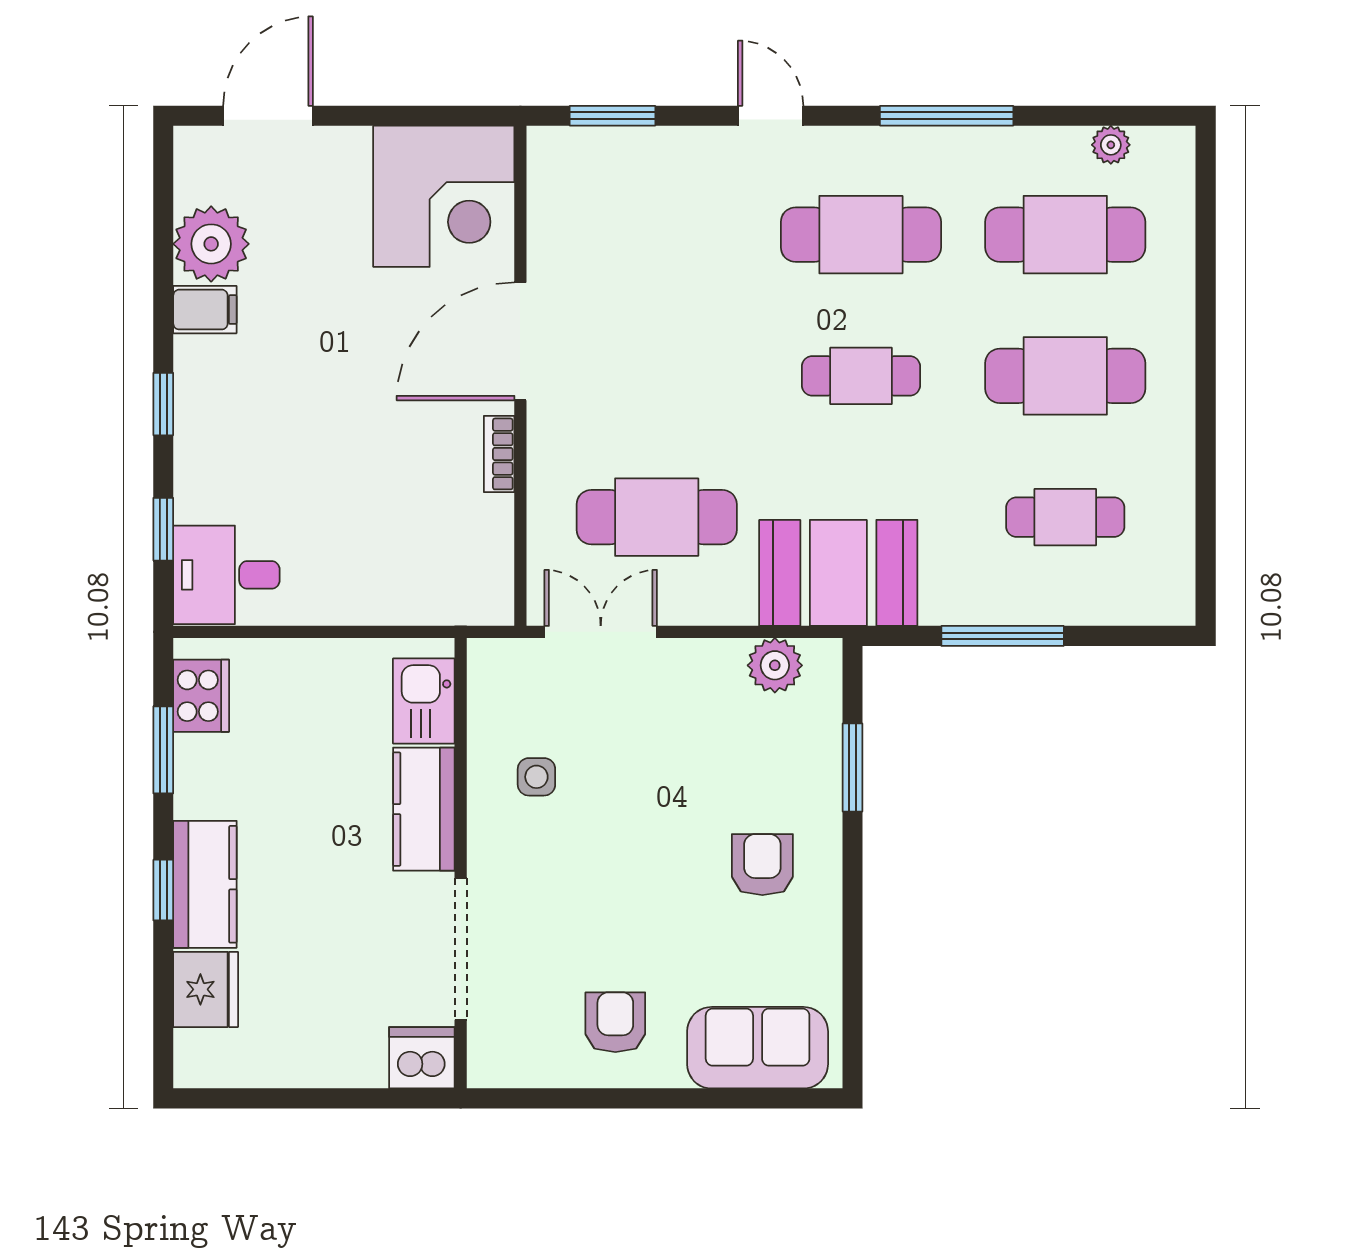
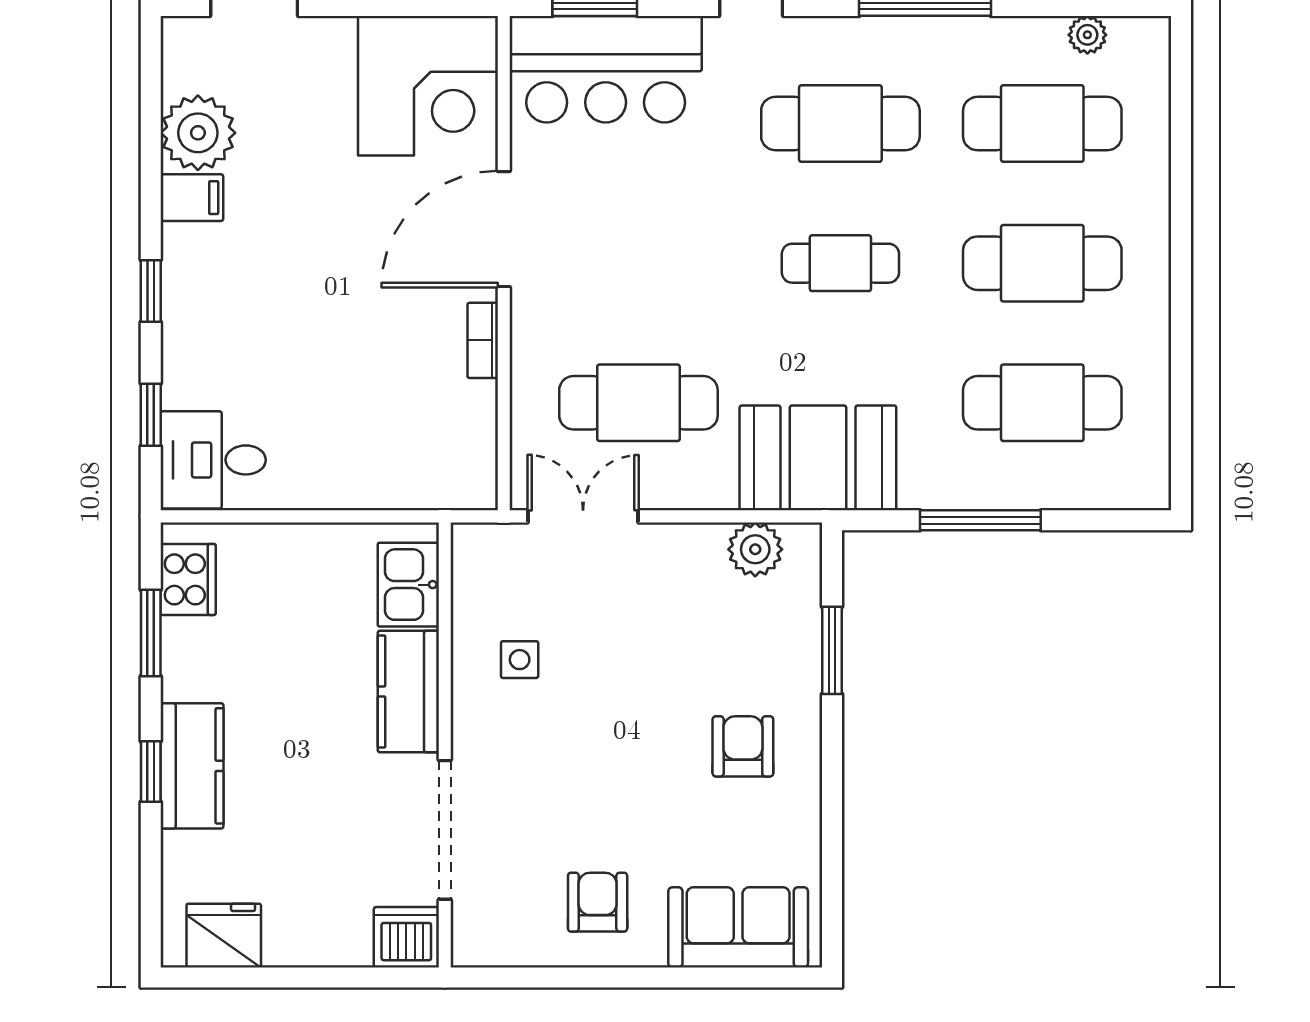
bar counter: (623, 180) -> (606, 69), added
cafe table: (1065, 517) -> (1042, 403), width x1.37, depth x1.35
fridge: (206, 989) -> (224, 936), moved, turned -90

